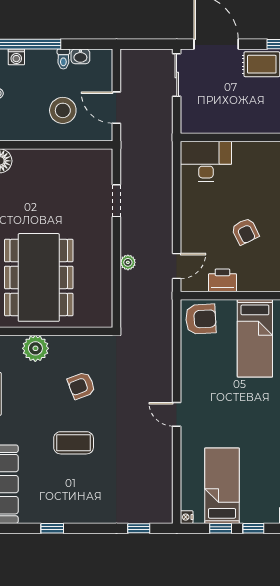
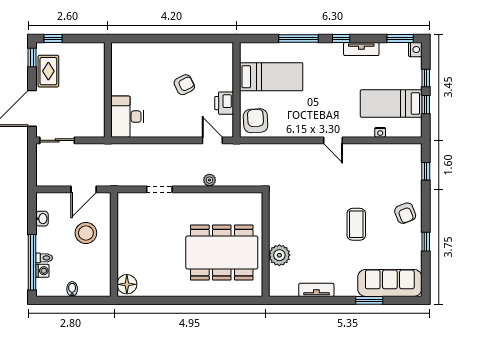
toilet: (63, 59) -> (44, 258), moved
armchair: (81, 386) -> (405, 213), moved
door: (177, 414) -> (333, 140), hinge flipped
nightstand: (187, 517) -> (380, 132), moved

